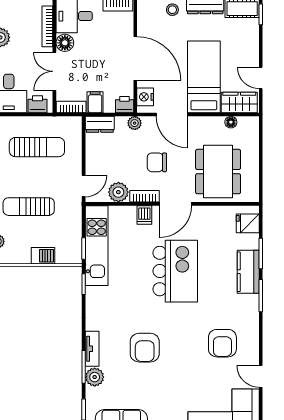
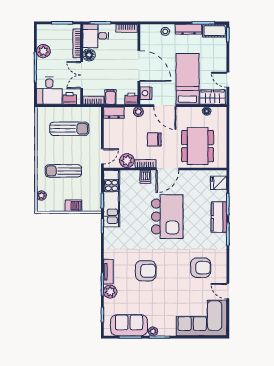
armchair: (222, 343) -> (201, 268), turned -90
armchair: (145, 348) -> (146, 271), turned -90

